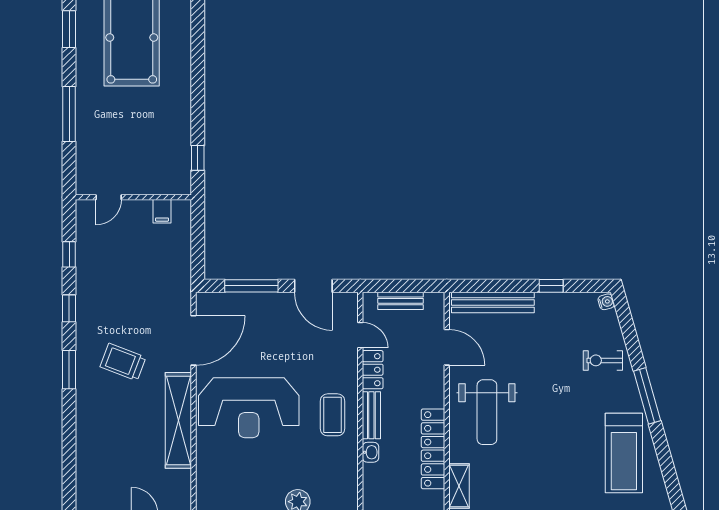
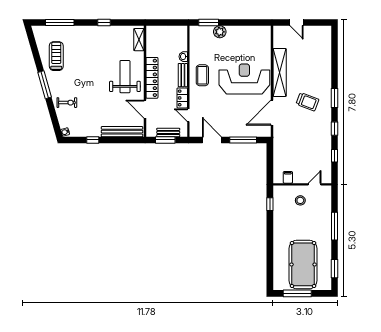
stool: (137, 165) -> (300, 200), added
window: (406, 286) -> (165, 140), added
locker: (433, 449) -> (152, 78), moved
treadmill: (624, 453) -> (56, 56), width x0.73, depth x0.73

